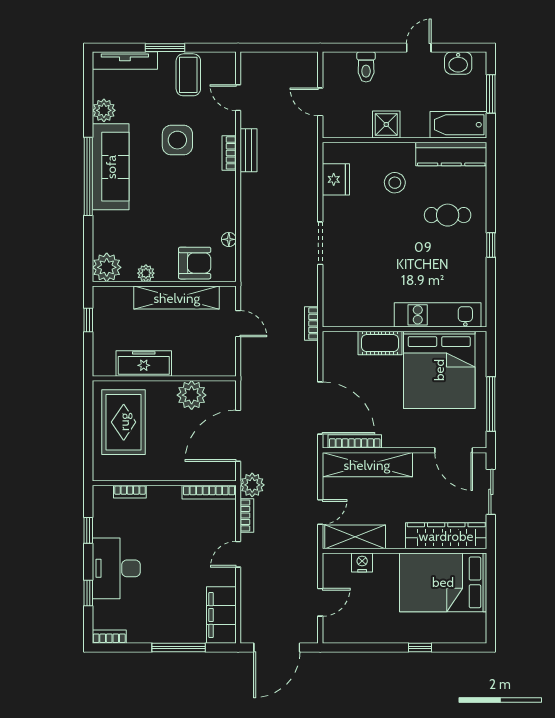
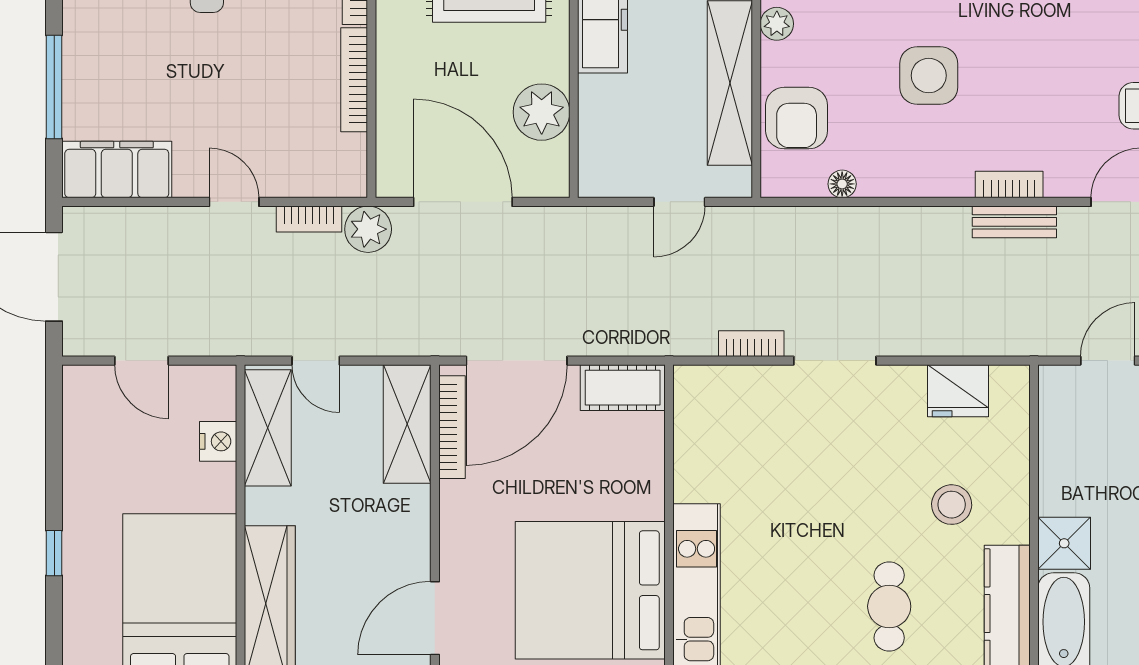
shower: (386, 124) -> (1064, 543), moved
side table: (177, 140) -> (929, 76), moved
bookcase: (311, 323) -> (751, 344), moved
cot: (380, 343) -> (623, 388), moved, turned 90
shelving: (367, 465) -> (407, 424), width x0.68
bookcase: (209, 492) -> (354, 80), moved

